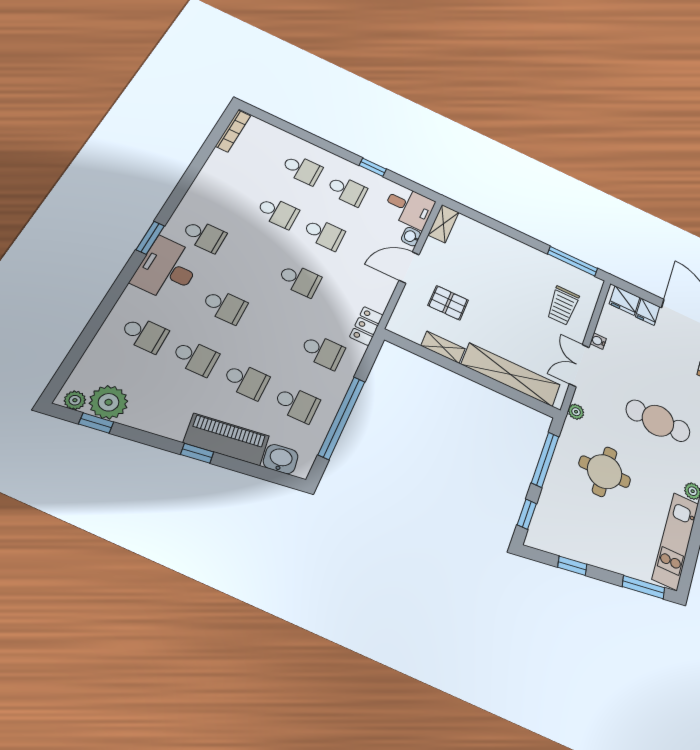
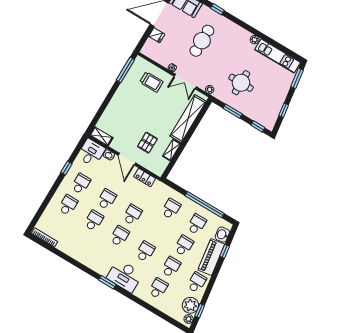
school desk: (204, 236) -> (119, 236), moved
fridge: (625, 301) -> (150, 47), removed
locker: (366, 326) -> (145, 178), moved
school desk: (164, 412) -> (197, 282), added
cafe table: (658, 421) -> (202, 41), moved
window: (197, 453) -> (225, 251), moved
window: (545, 460) -> (233, 111), width x0.69

